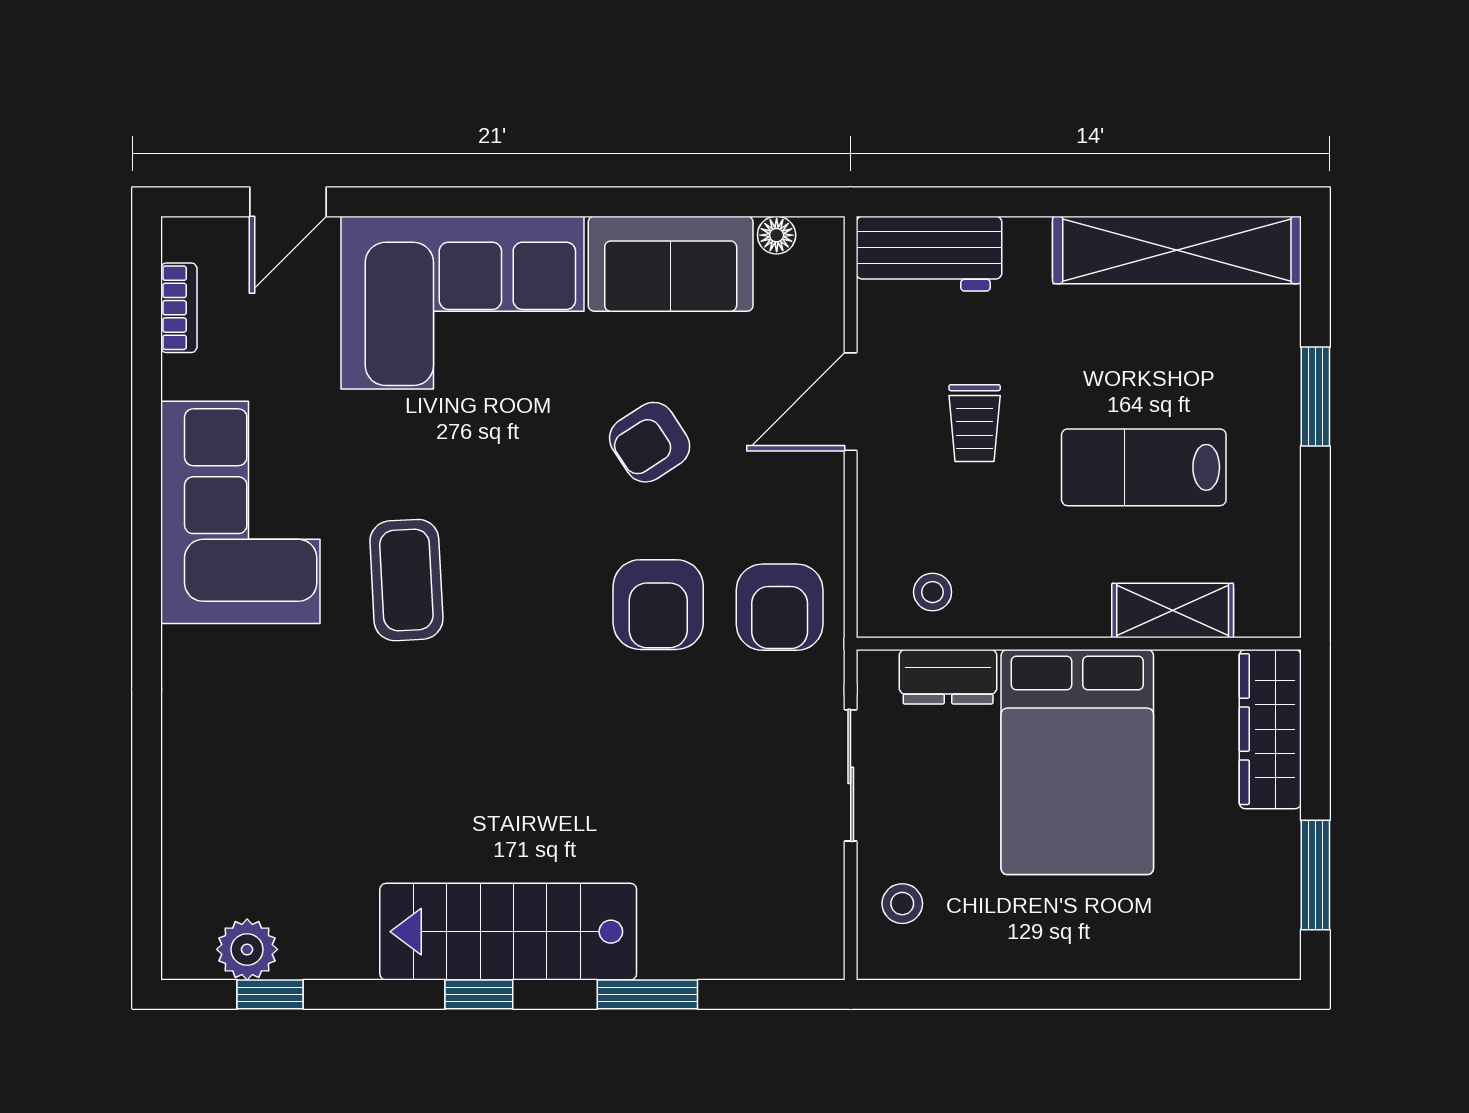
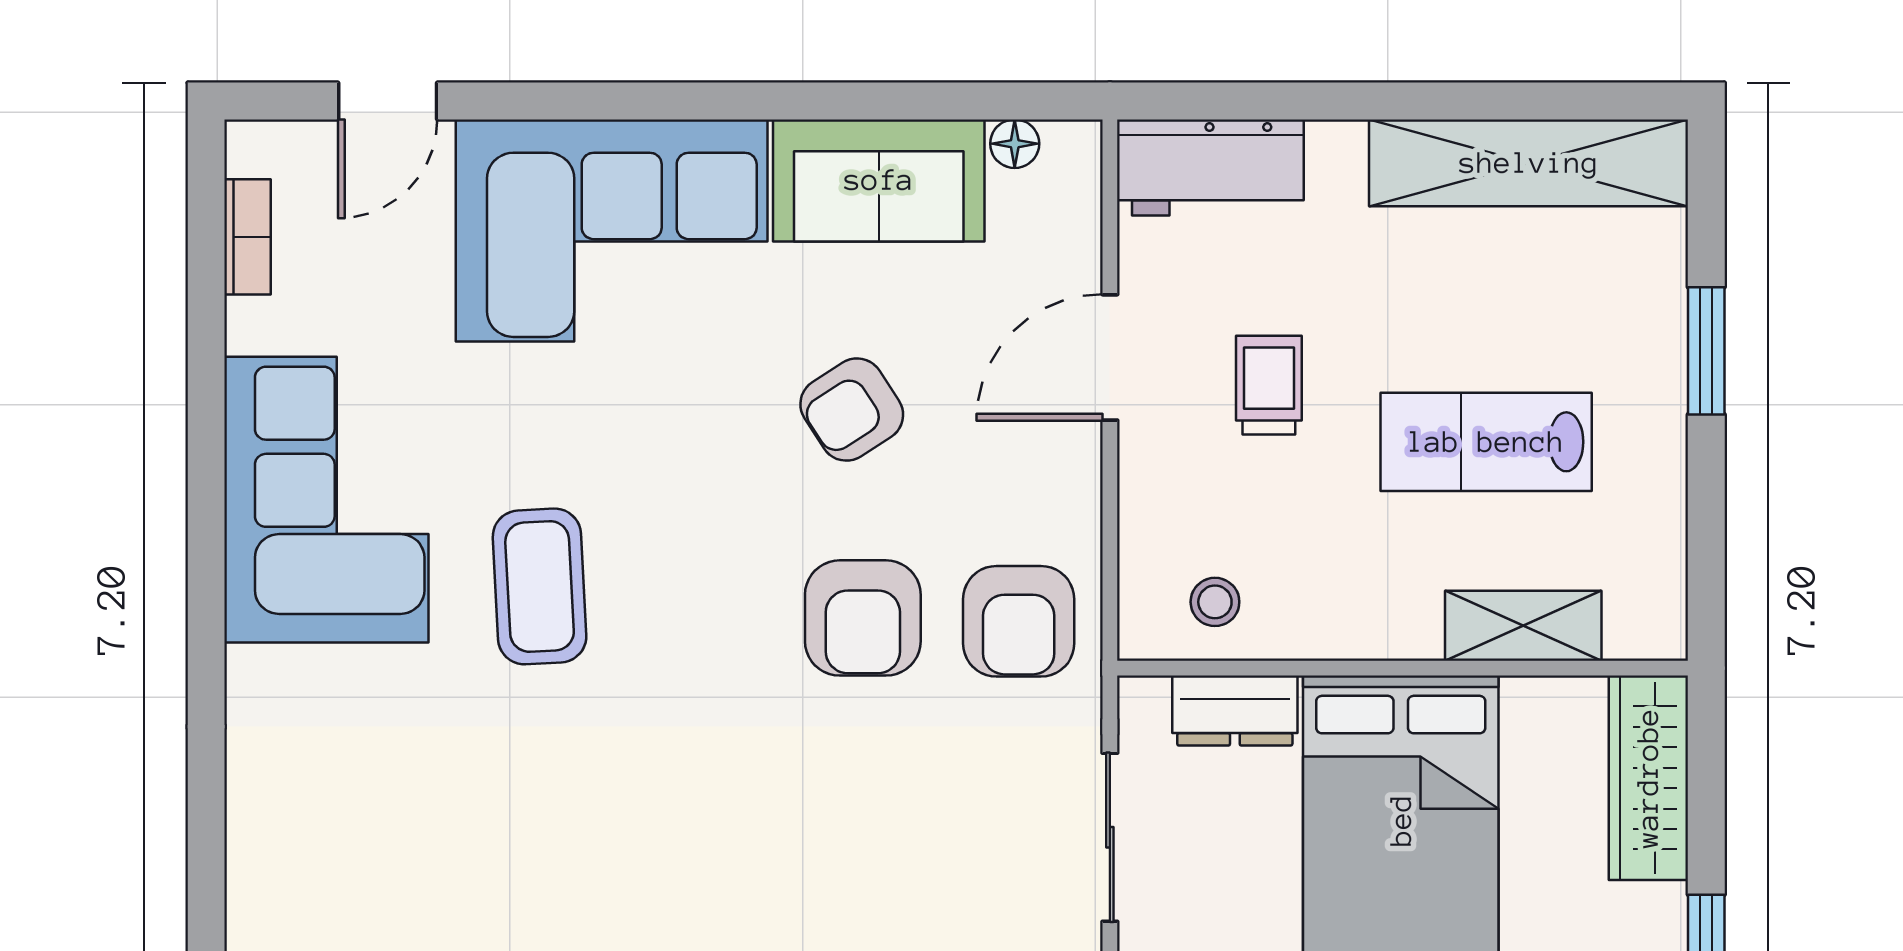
trolley: (975, 423) -> (1269, 385), turned 180

